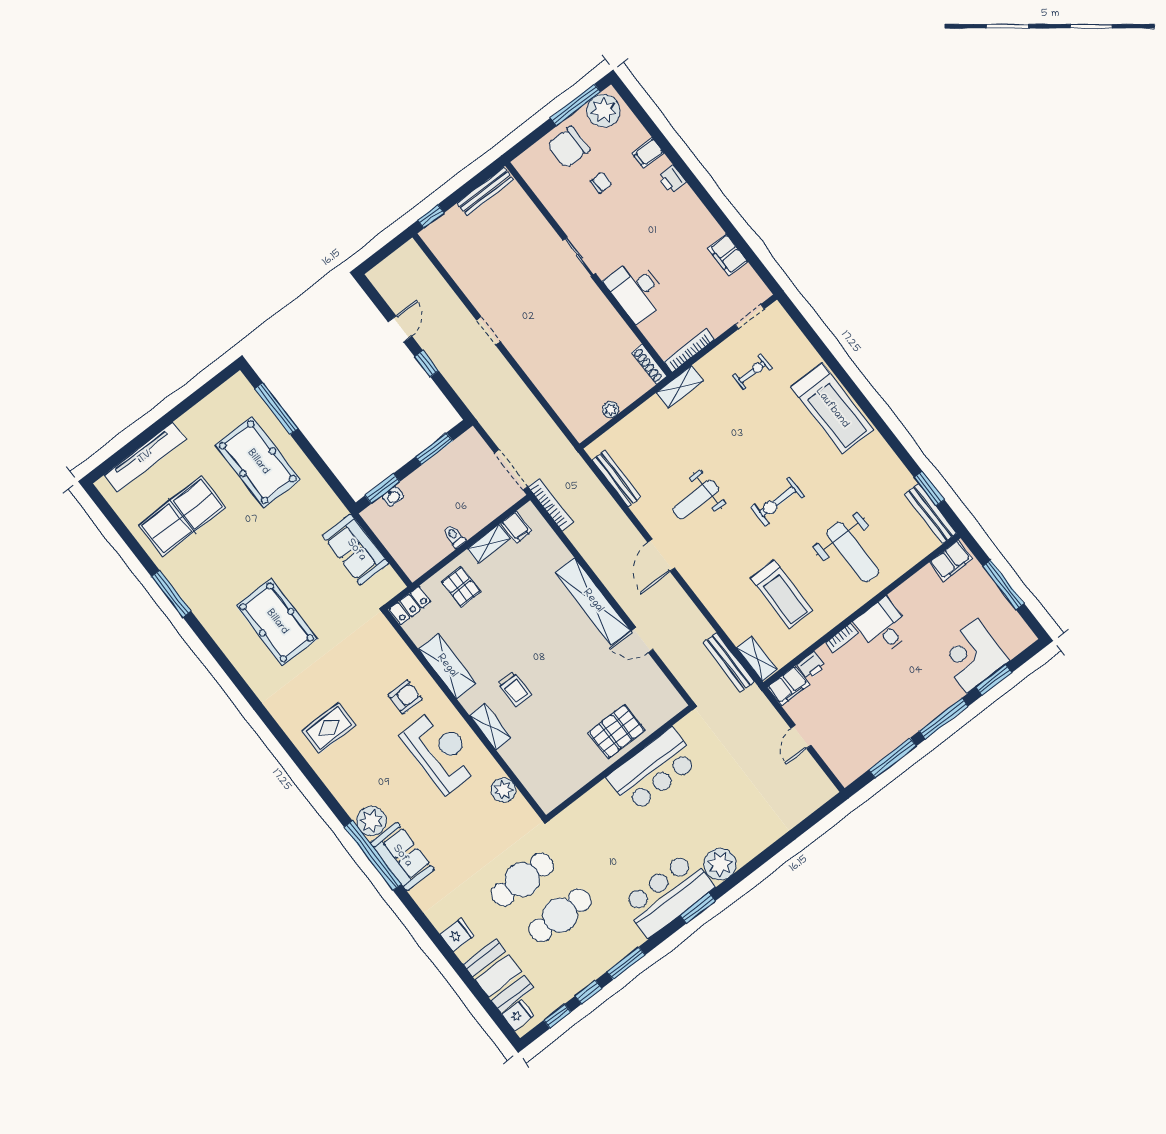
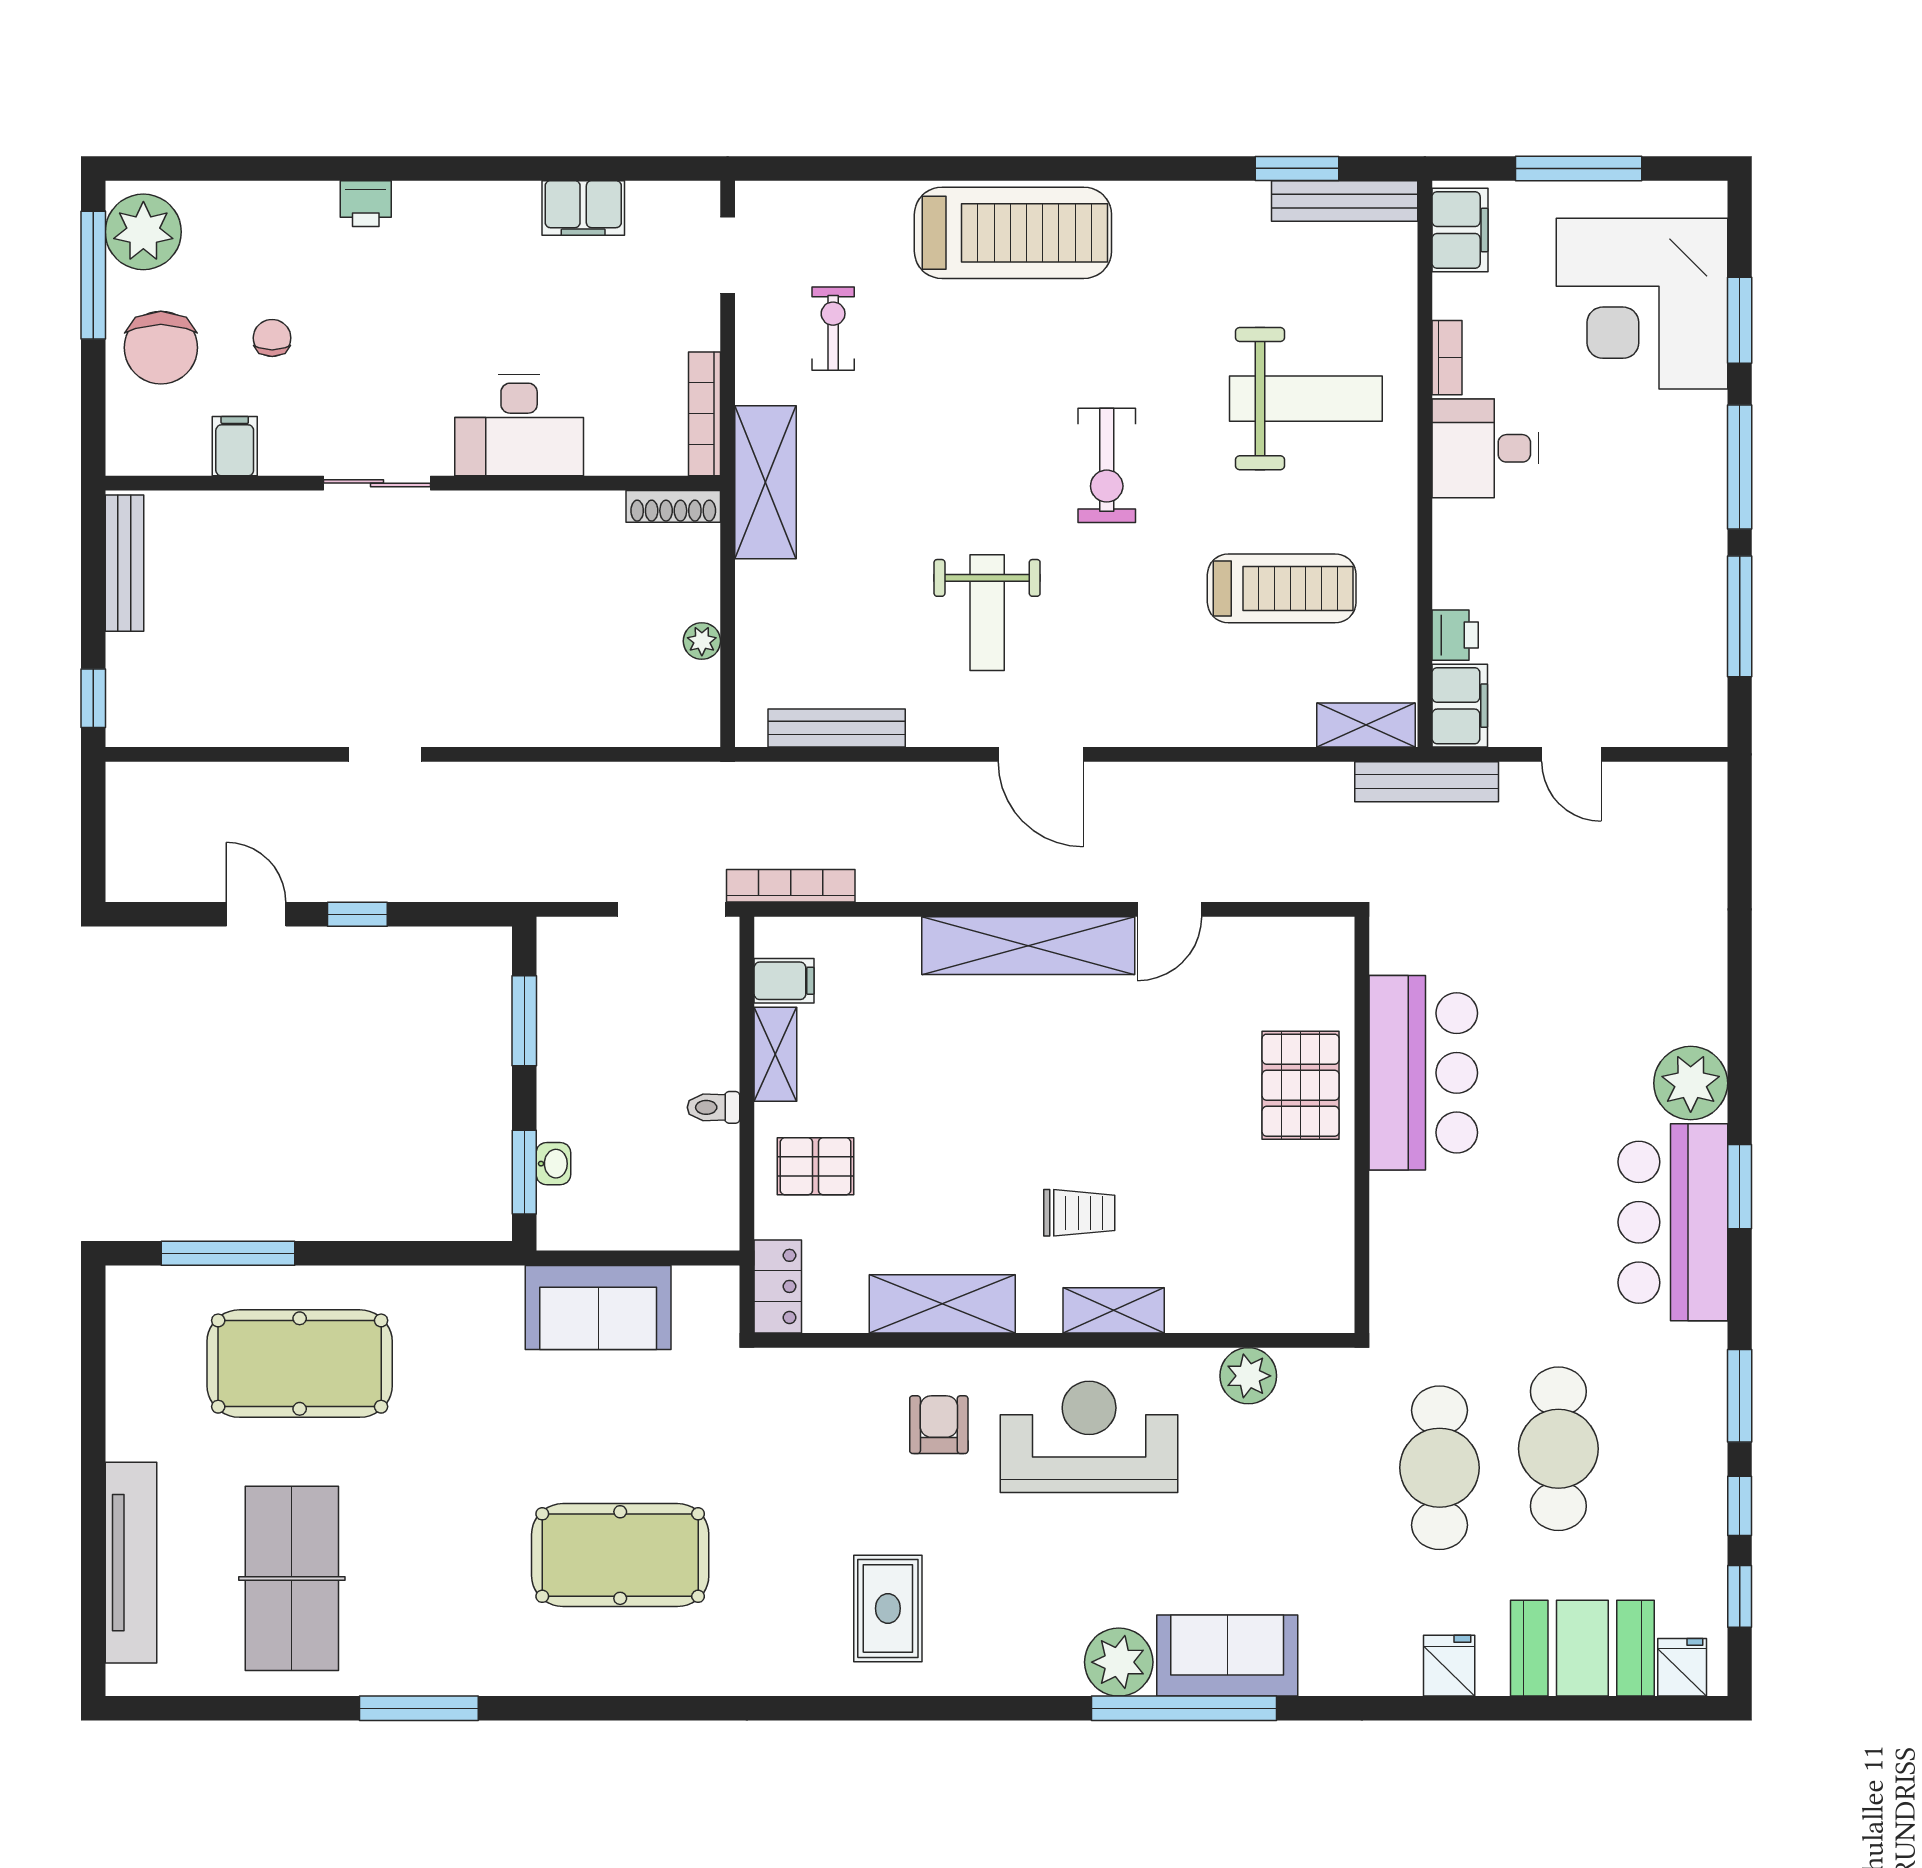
filing cabinet: (648, 153) -> (235, 446), moved, turned 180
shelving: (680, 387) -> (765, 482), width x1.50, depth x1.33
bookcase: (842, 637) -> (1447, 358), moved
corner desk: (972, 656) -> (1642, 304), width x1.36, depth x1.36
bench: (729, 662) -> (1427, 782), moved

